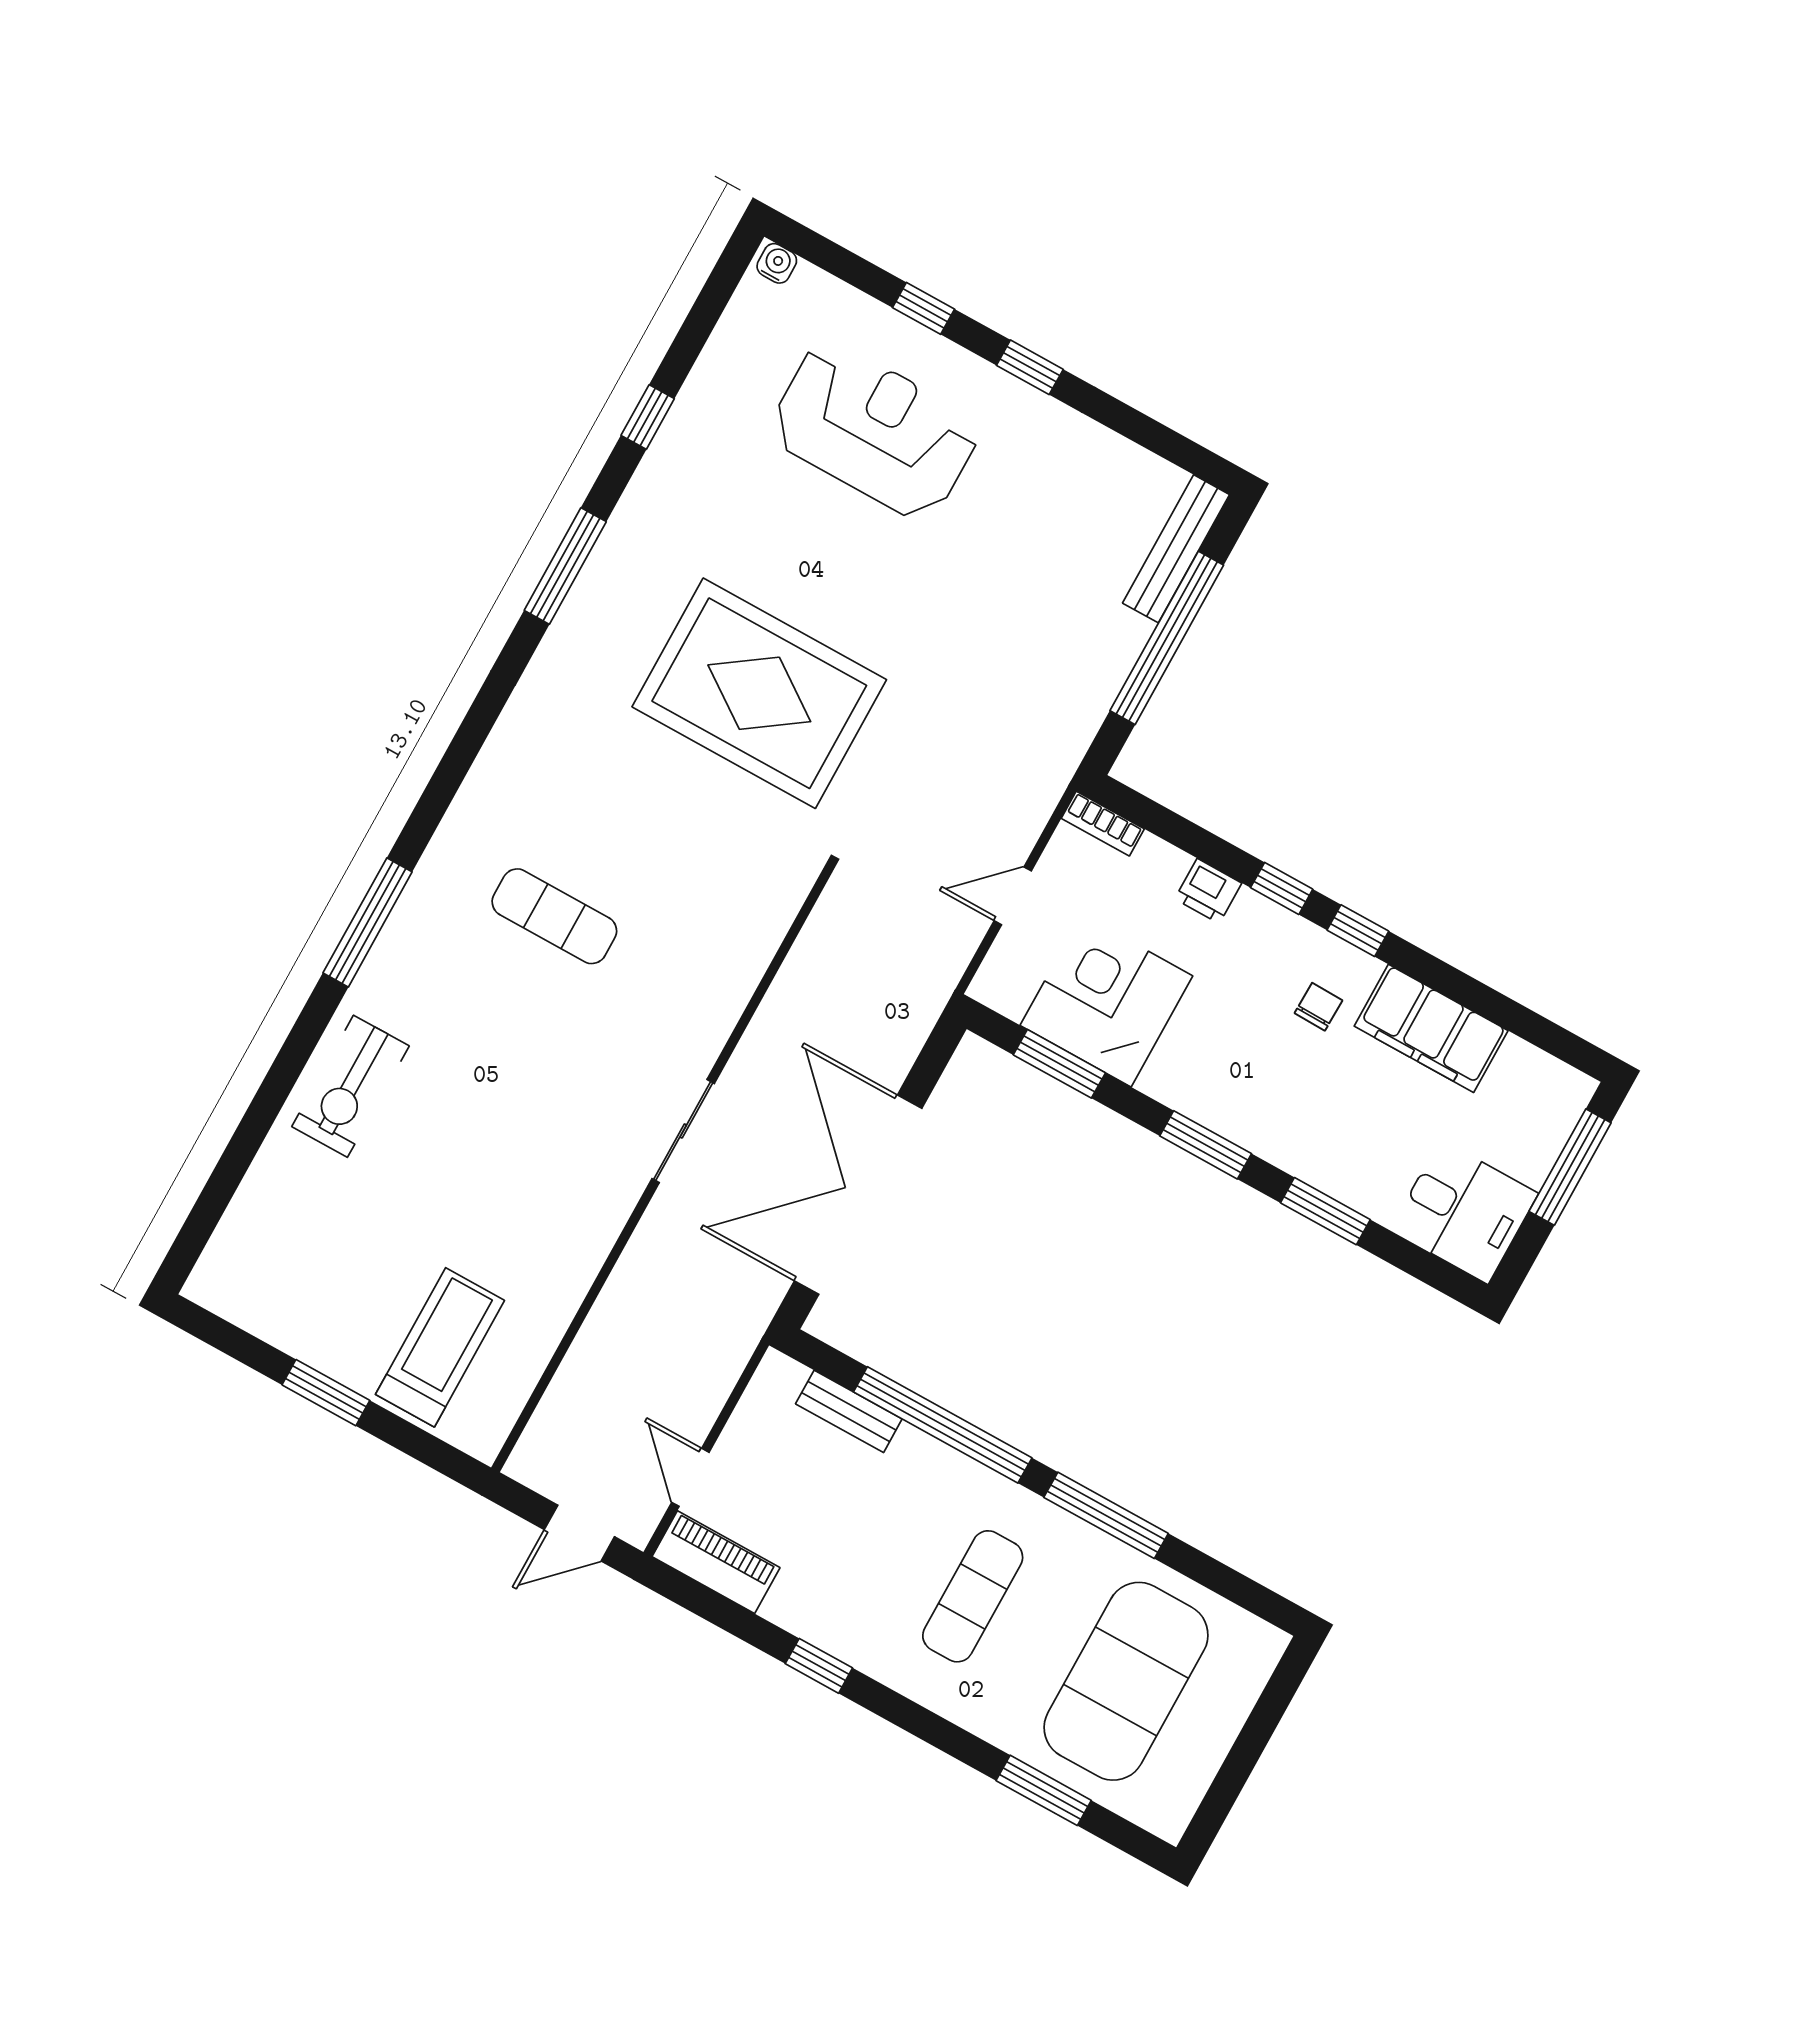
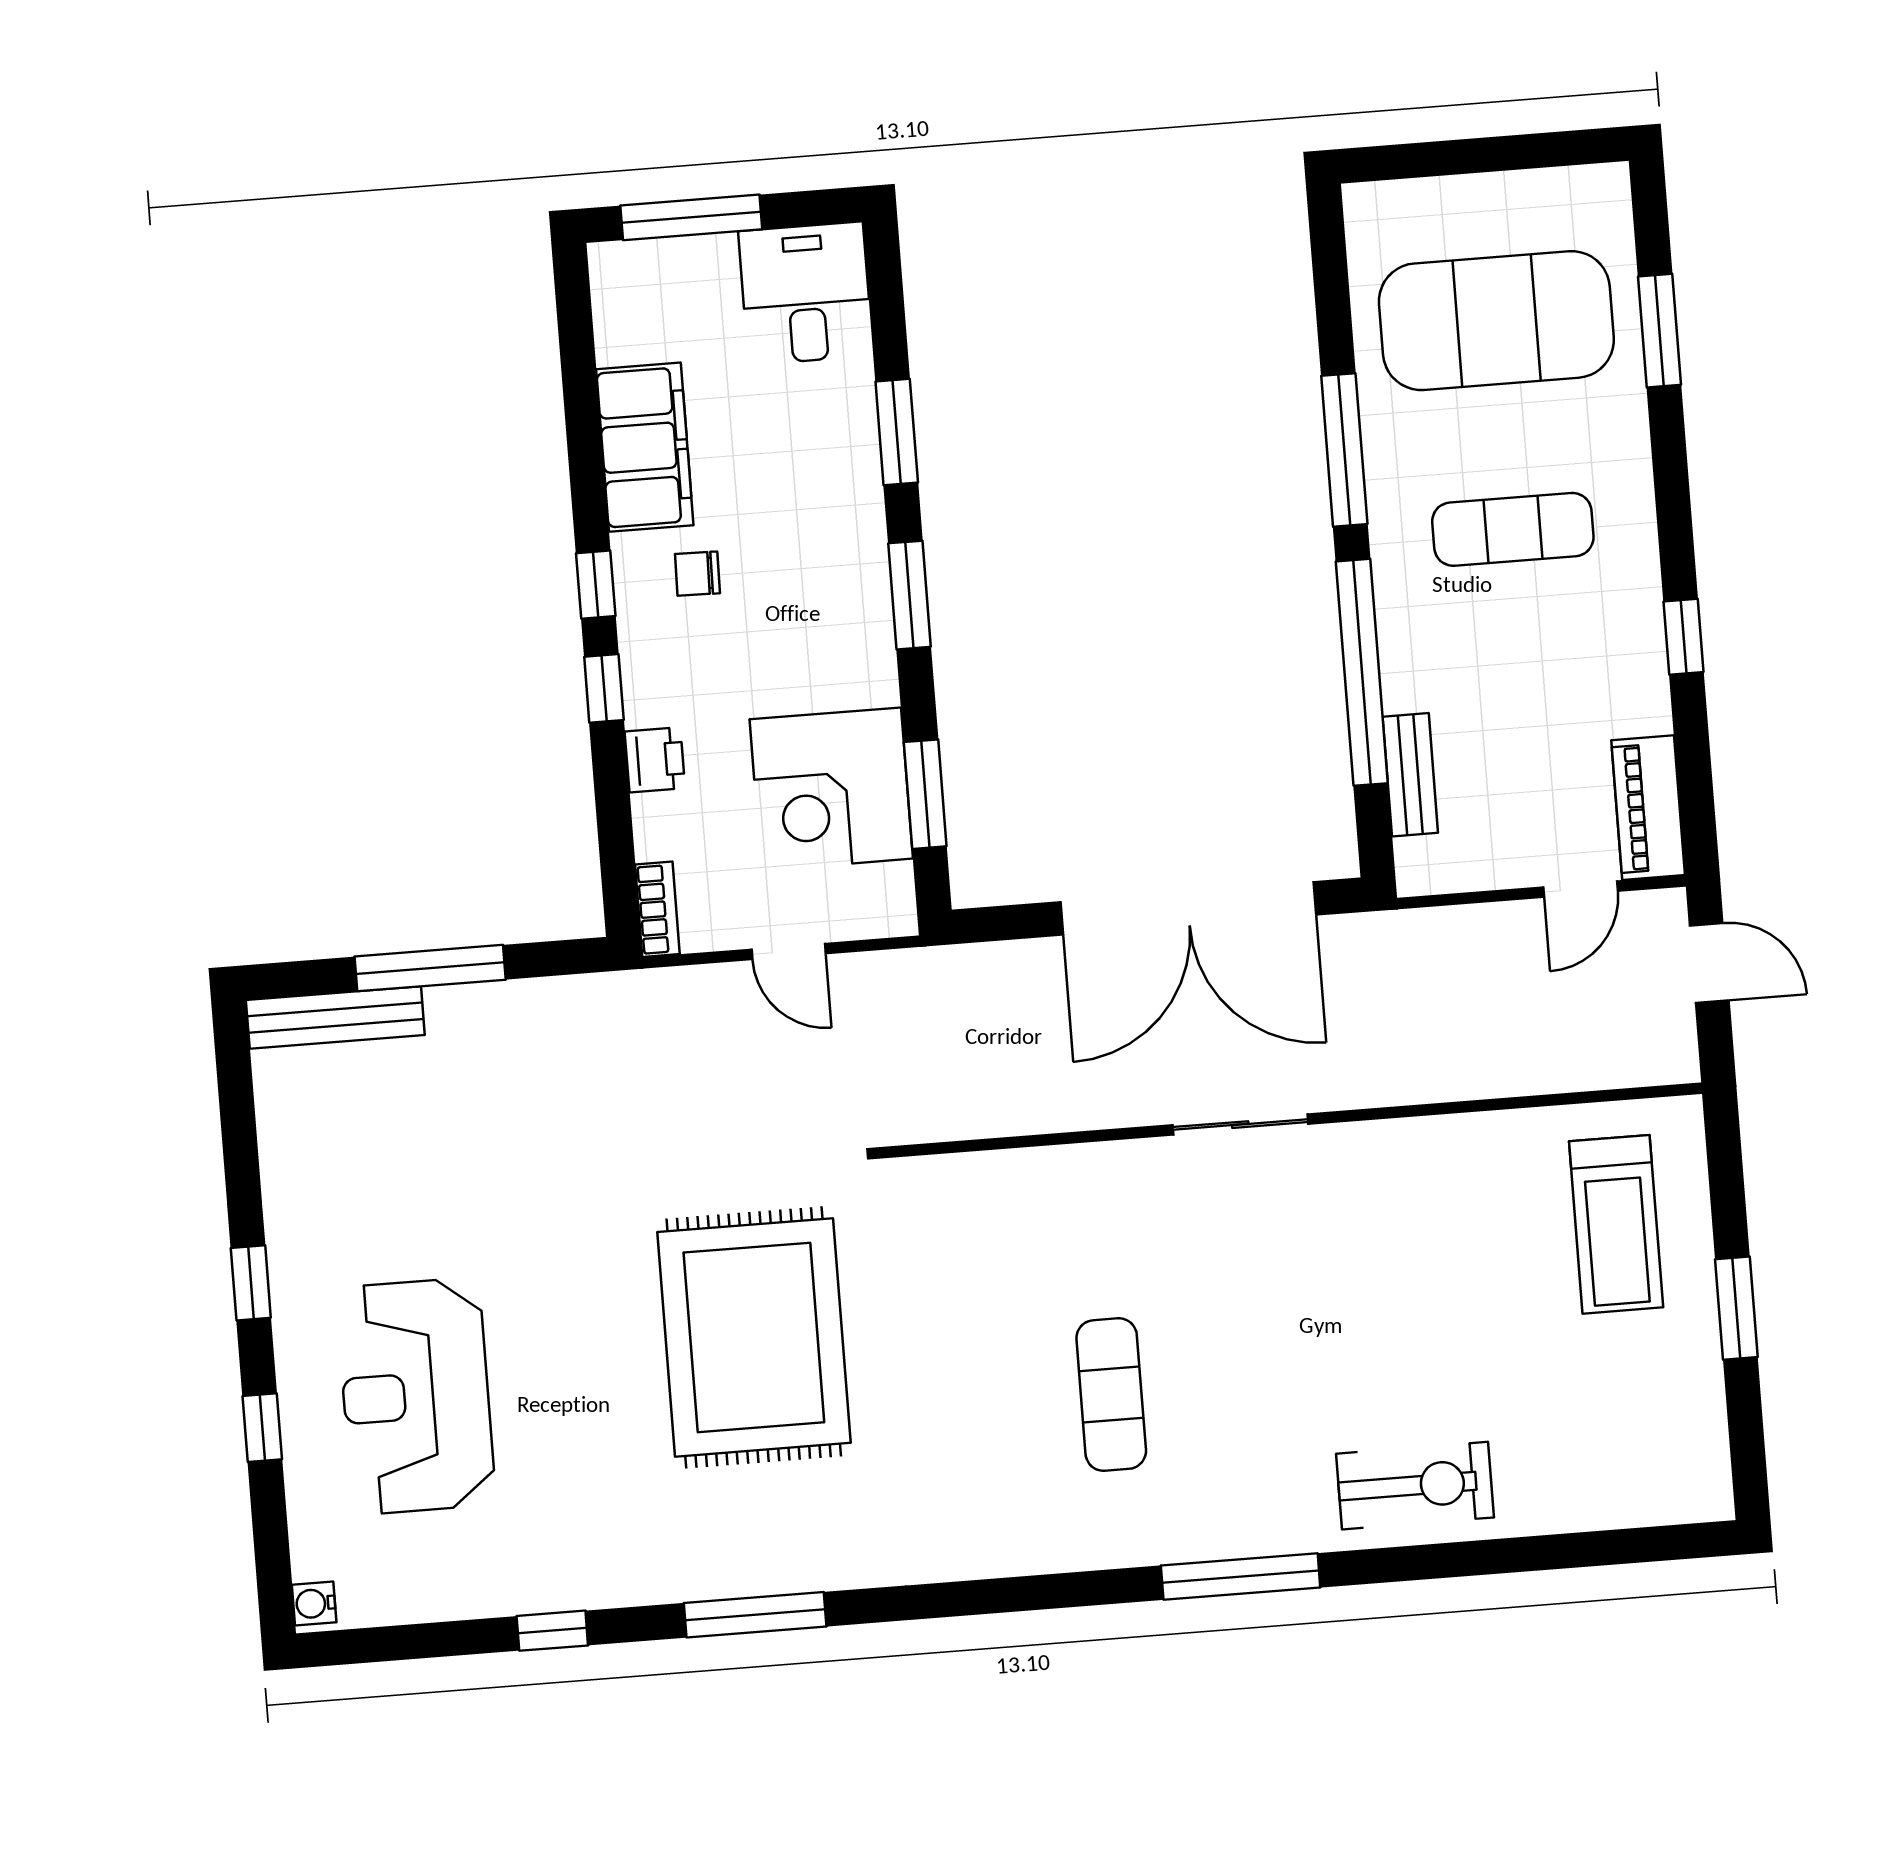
window: (1167, 638) -> (430, 968), width x0.68
treadmill: (440, 1347) -> (1616, 1224), turned -90

